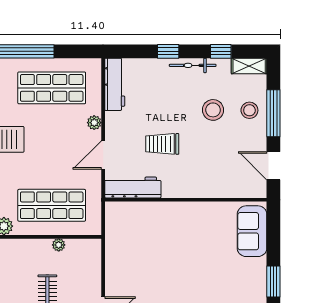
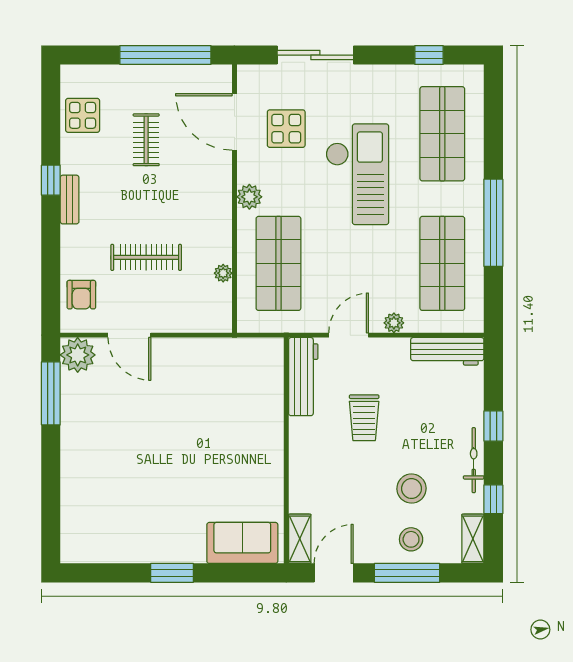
trolley: (162, 144) -> (364, 418), turned 180
door: (103, 155) -> (349, 335), hinge flipped
shelving: (249, 190) -> (300, 539), added

